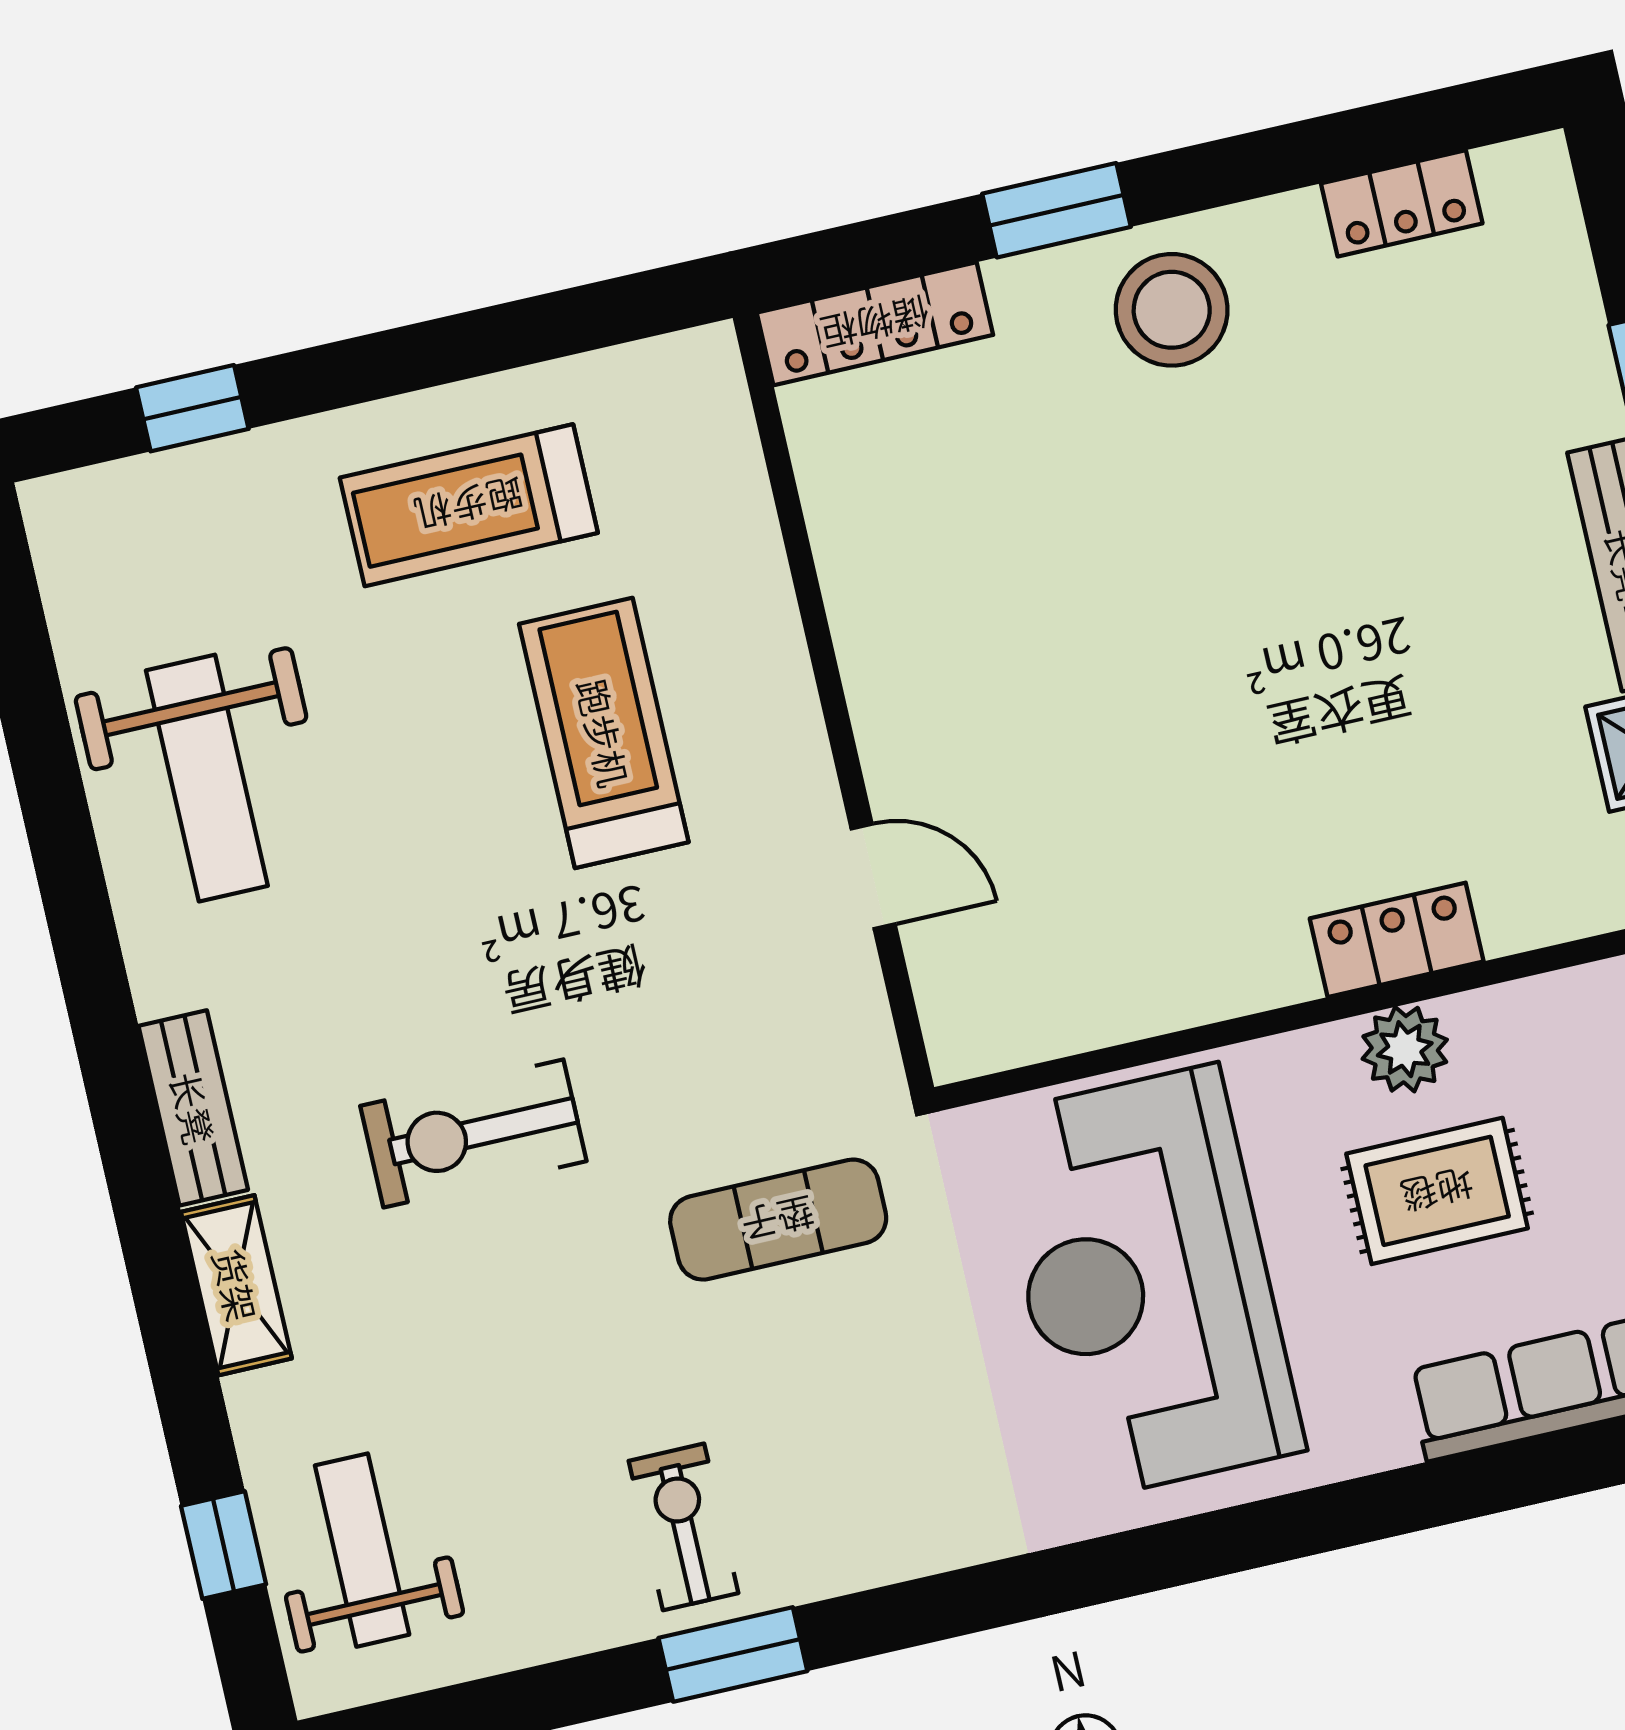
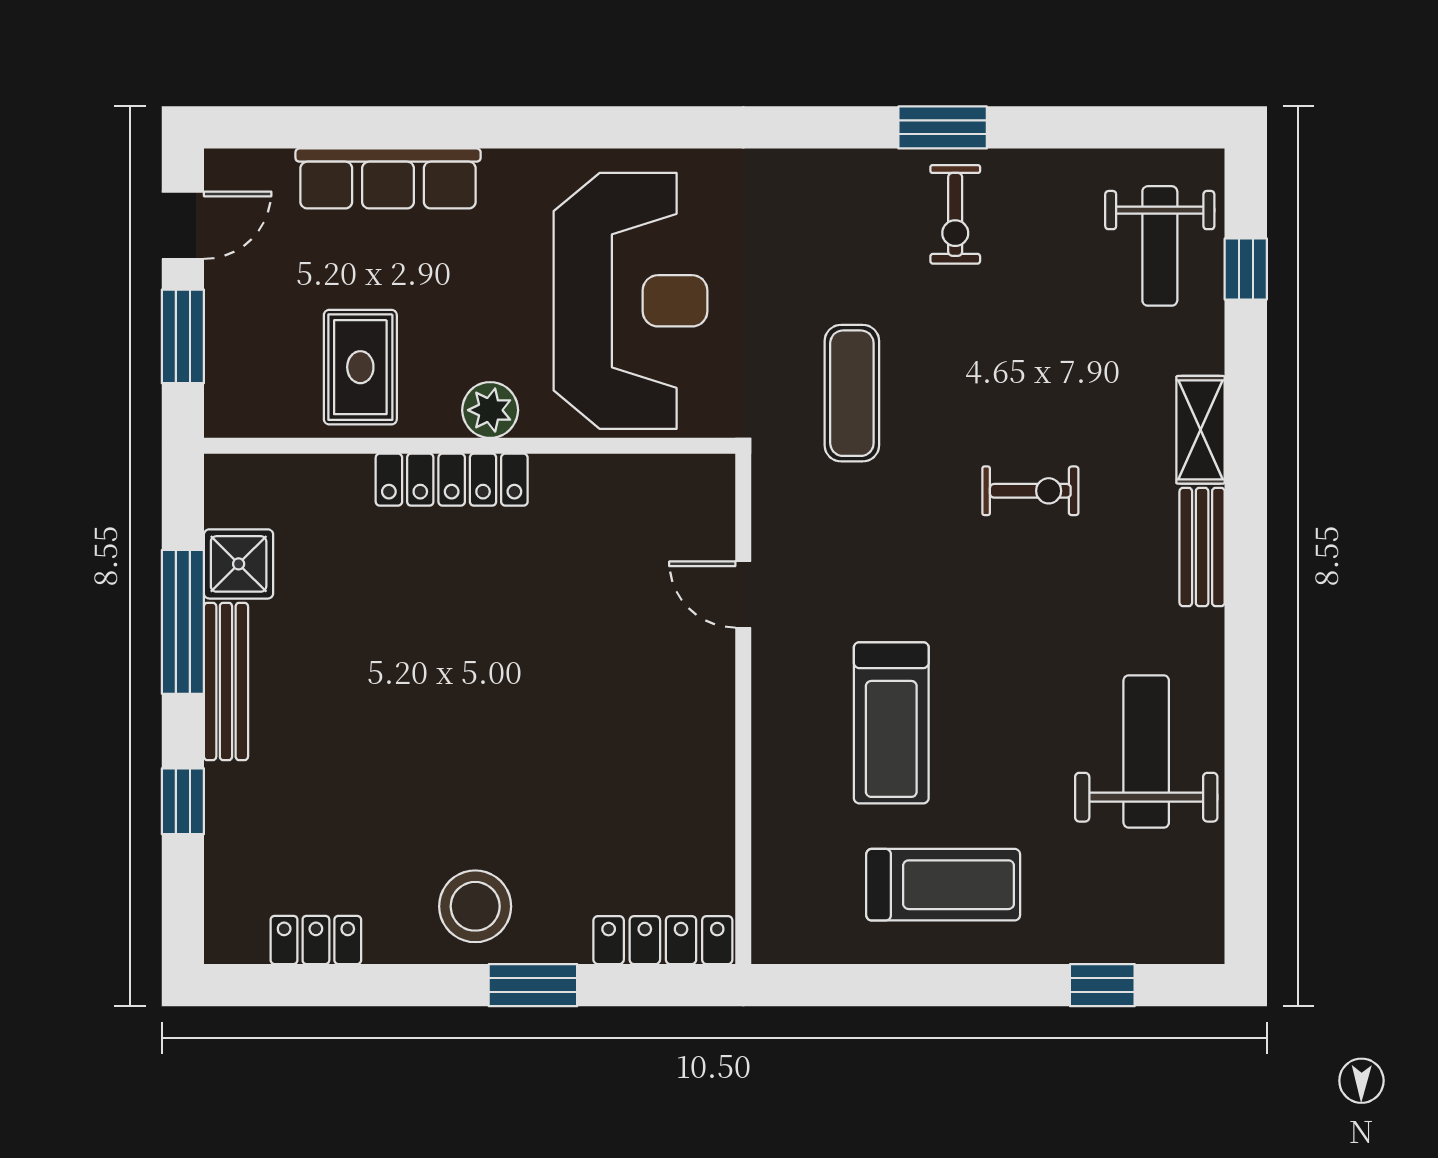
locker: (1397, 940) -> (452, 480), width x1.53
plant: (1405, 1049) -> (490, 410), moved
exercise bike: (473, 1133) -> (1030, 491), width x0.73, depth x0.72
rug: (1437, 1191) -> (360, 367), moved, turned 90
exercise mat: (778, 1220) -> (852, 393), turned 90

